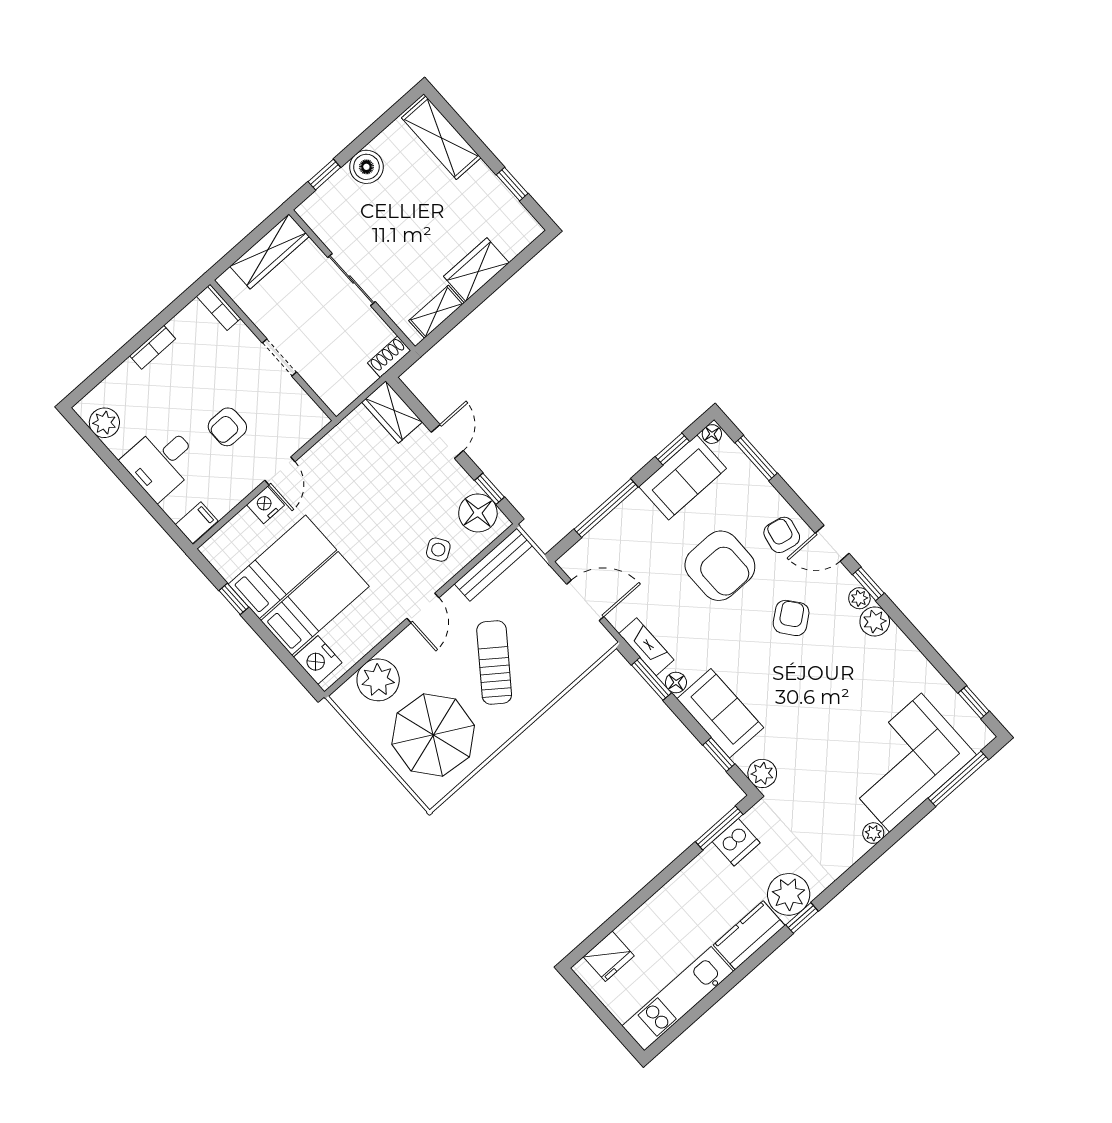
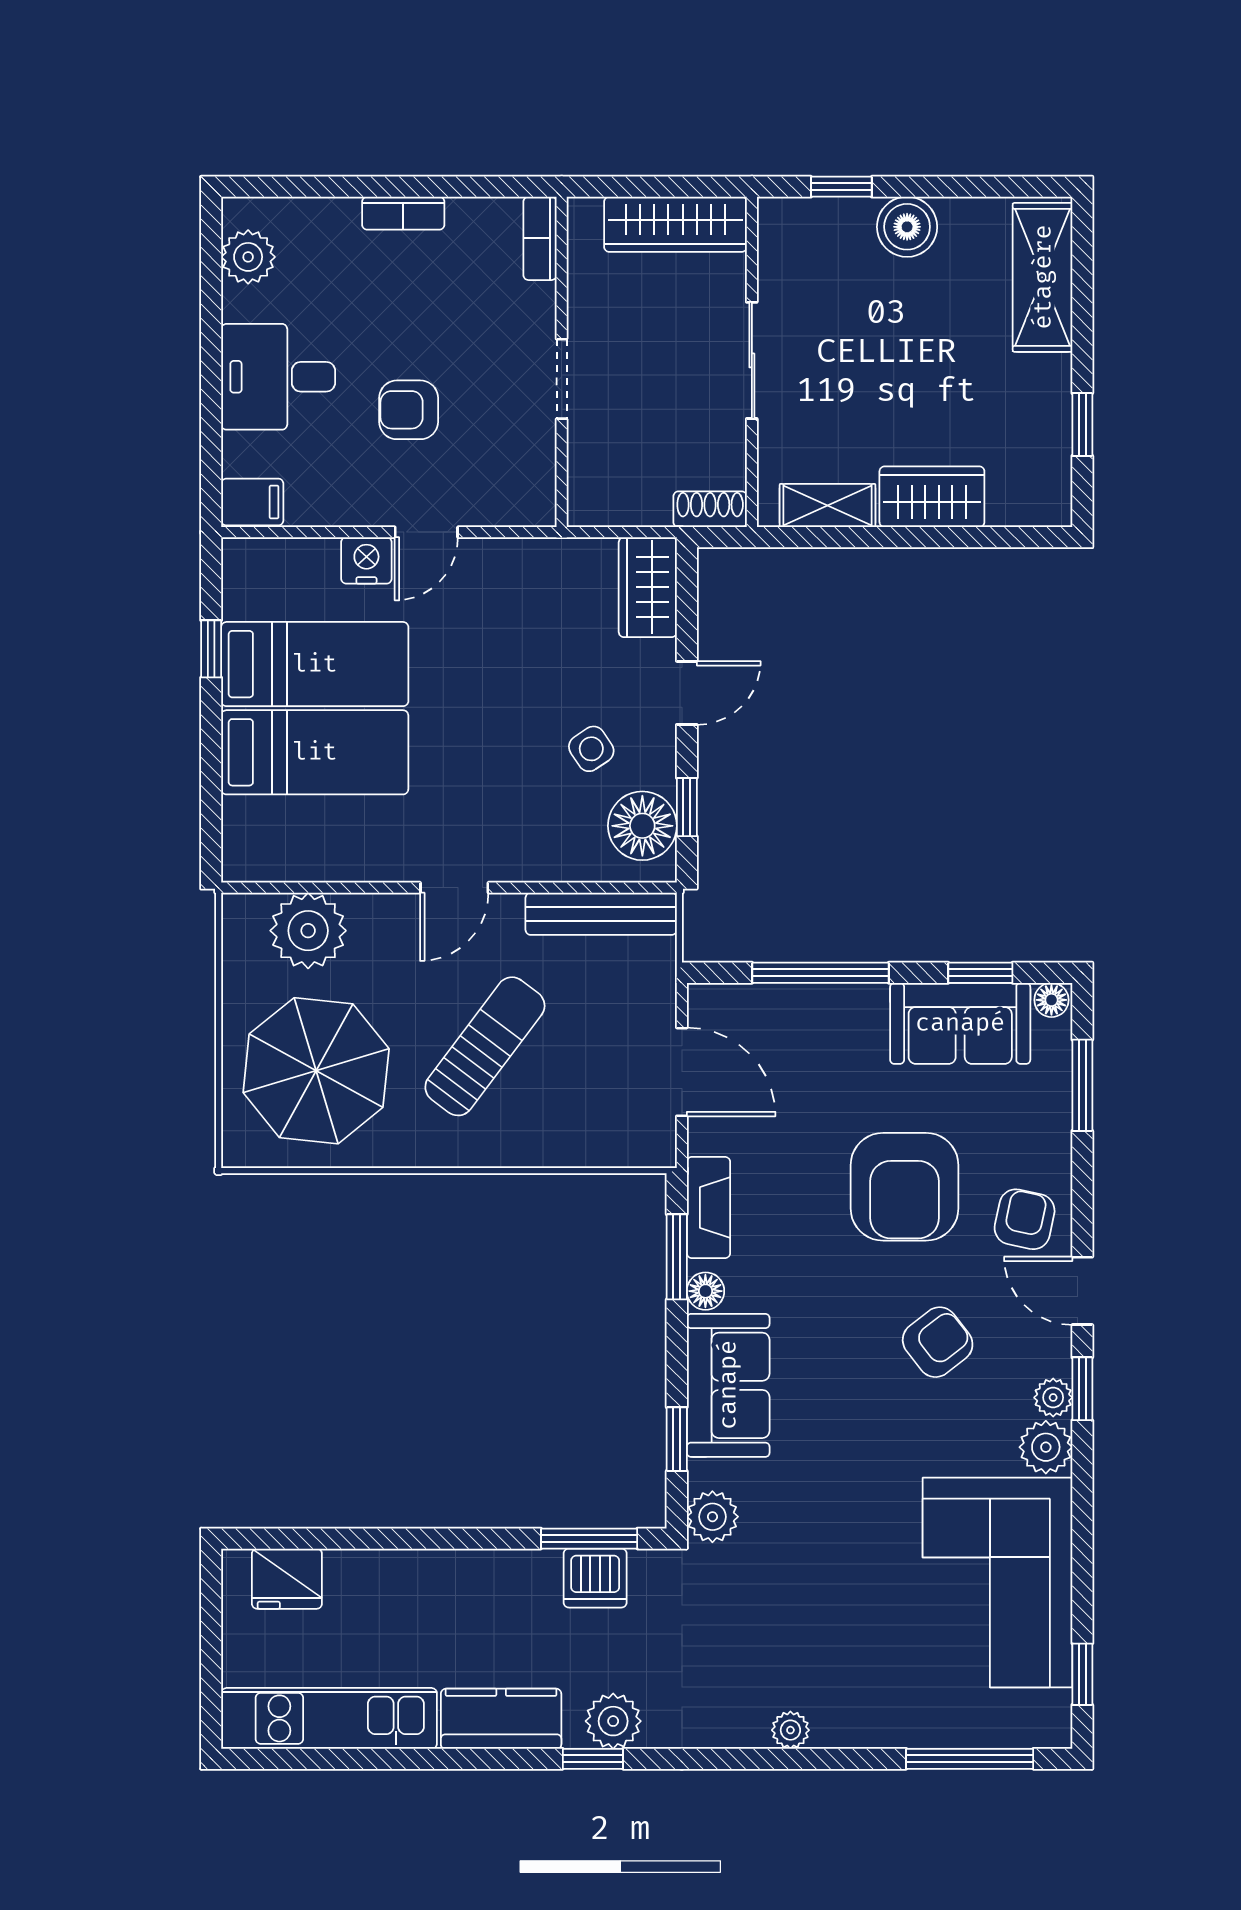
side table: (438, 550) -> (591, 749), moved
nightstand: (318, 660) -> (251, 831), removed
corner sofa: (906, 763) -> (997, 1583), moved, turned -90
plant: (789, 894) -> (613, 1721), width x0.73, depth x0.73

